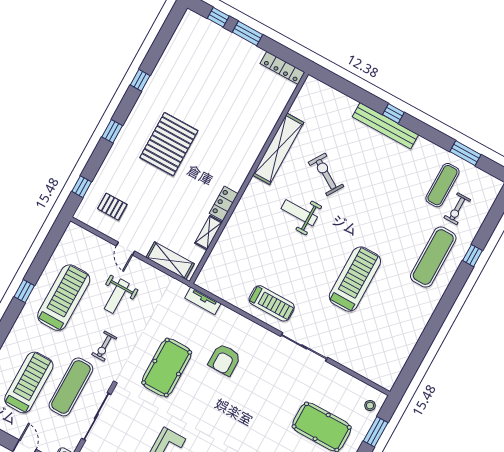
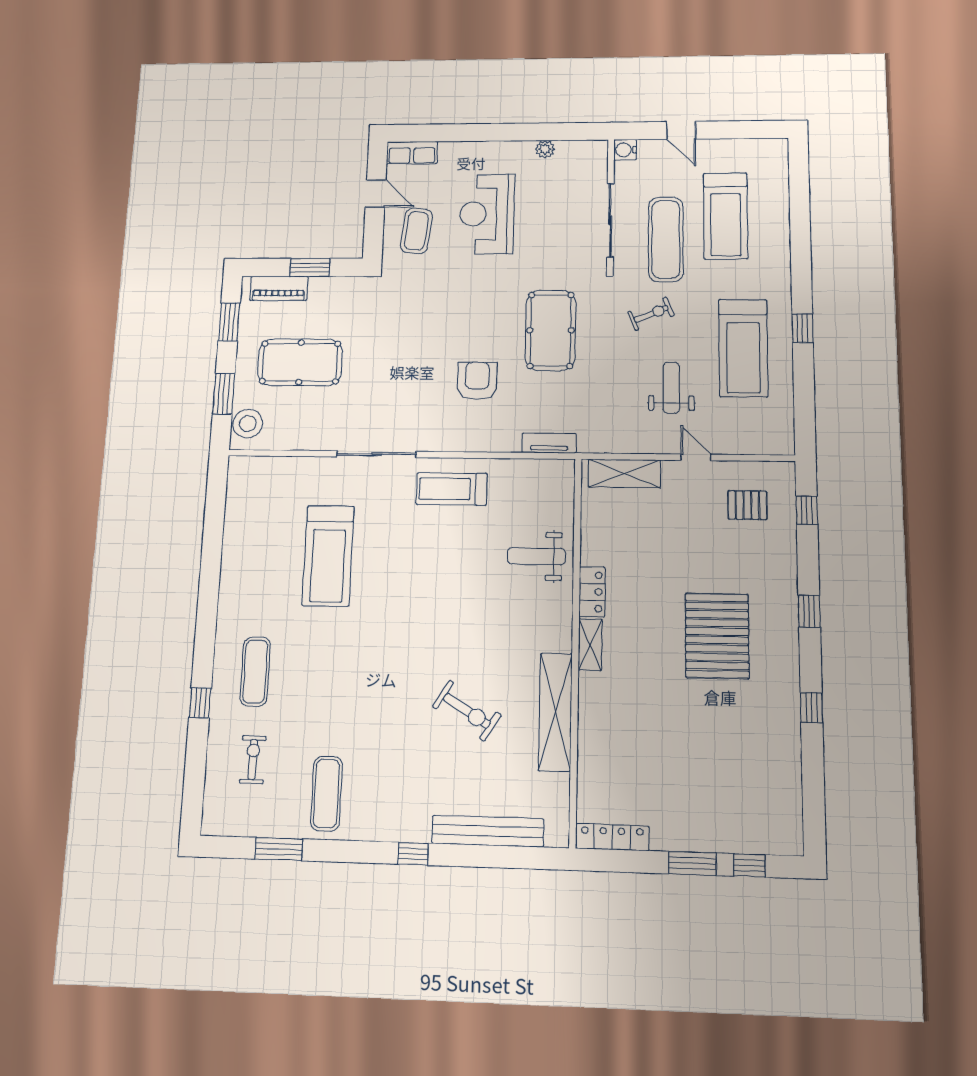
bench: (385, 126) -> (488, 831), moved
exercise mat: (442, 185) -> (326, 794), moved
weight bench: (299, 213) -> (536, 556), moved, turned 180
shelving: (209, 233) -> (590, 645), moved
exercise mat: (433, 257) -> (255, 671), width x0.73, depth x0.69
treadmill: (355, 279) -> (328, 556), moved
exercise bike: (104, 346) -> (651, 314), turned 67
stool: (370, 406) -> (248, 424), width x1.89, depth x1.89

